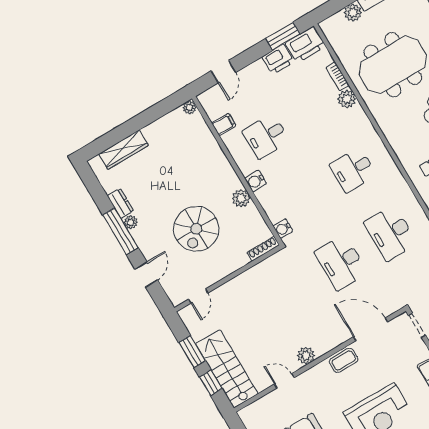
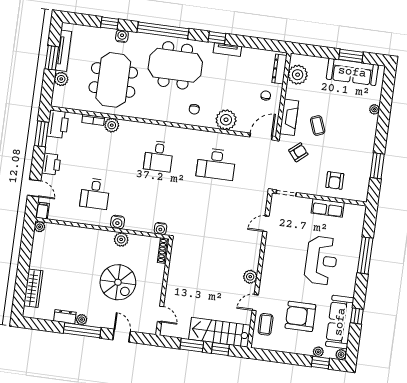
printer: (278, 59) -> (51, 164), moved
filing cabinet: (224, 124) -> (42, 211), moved
desk: (341, 262) -> (210, 209), removed
door: (371, 329) -> (266, 224), width x0.53
coffee table: (344, 360) -> (266, 324), moved

